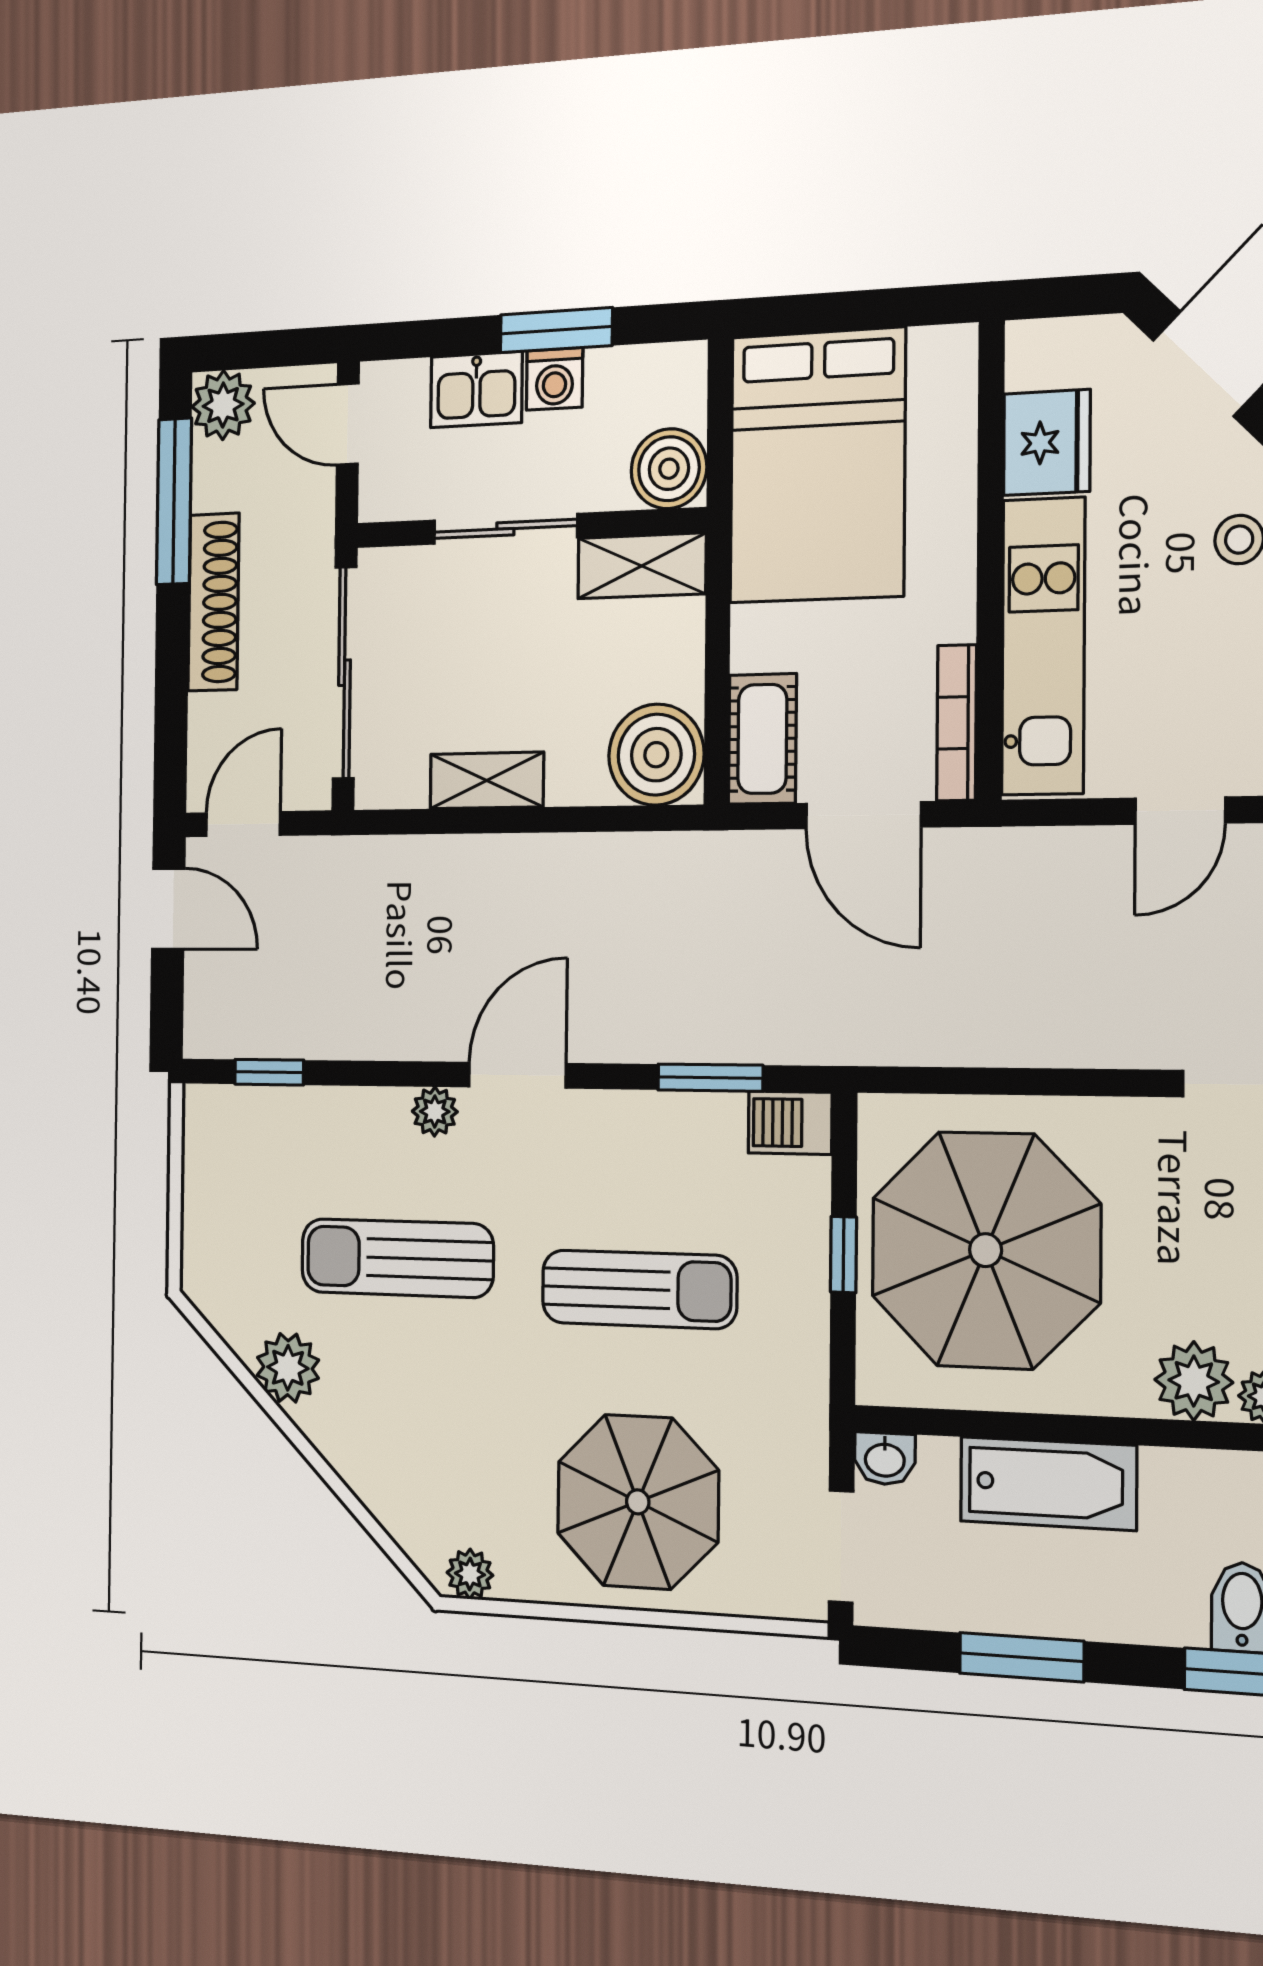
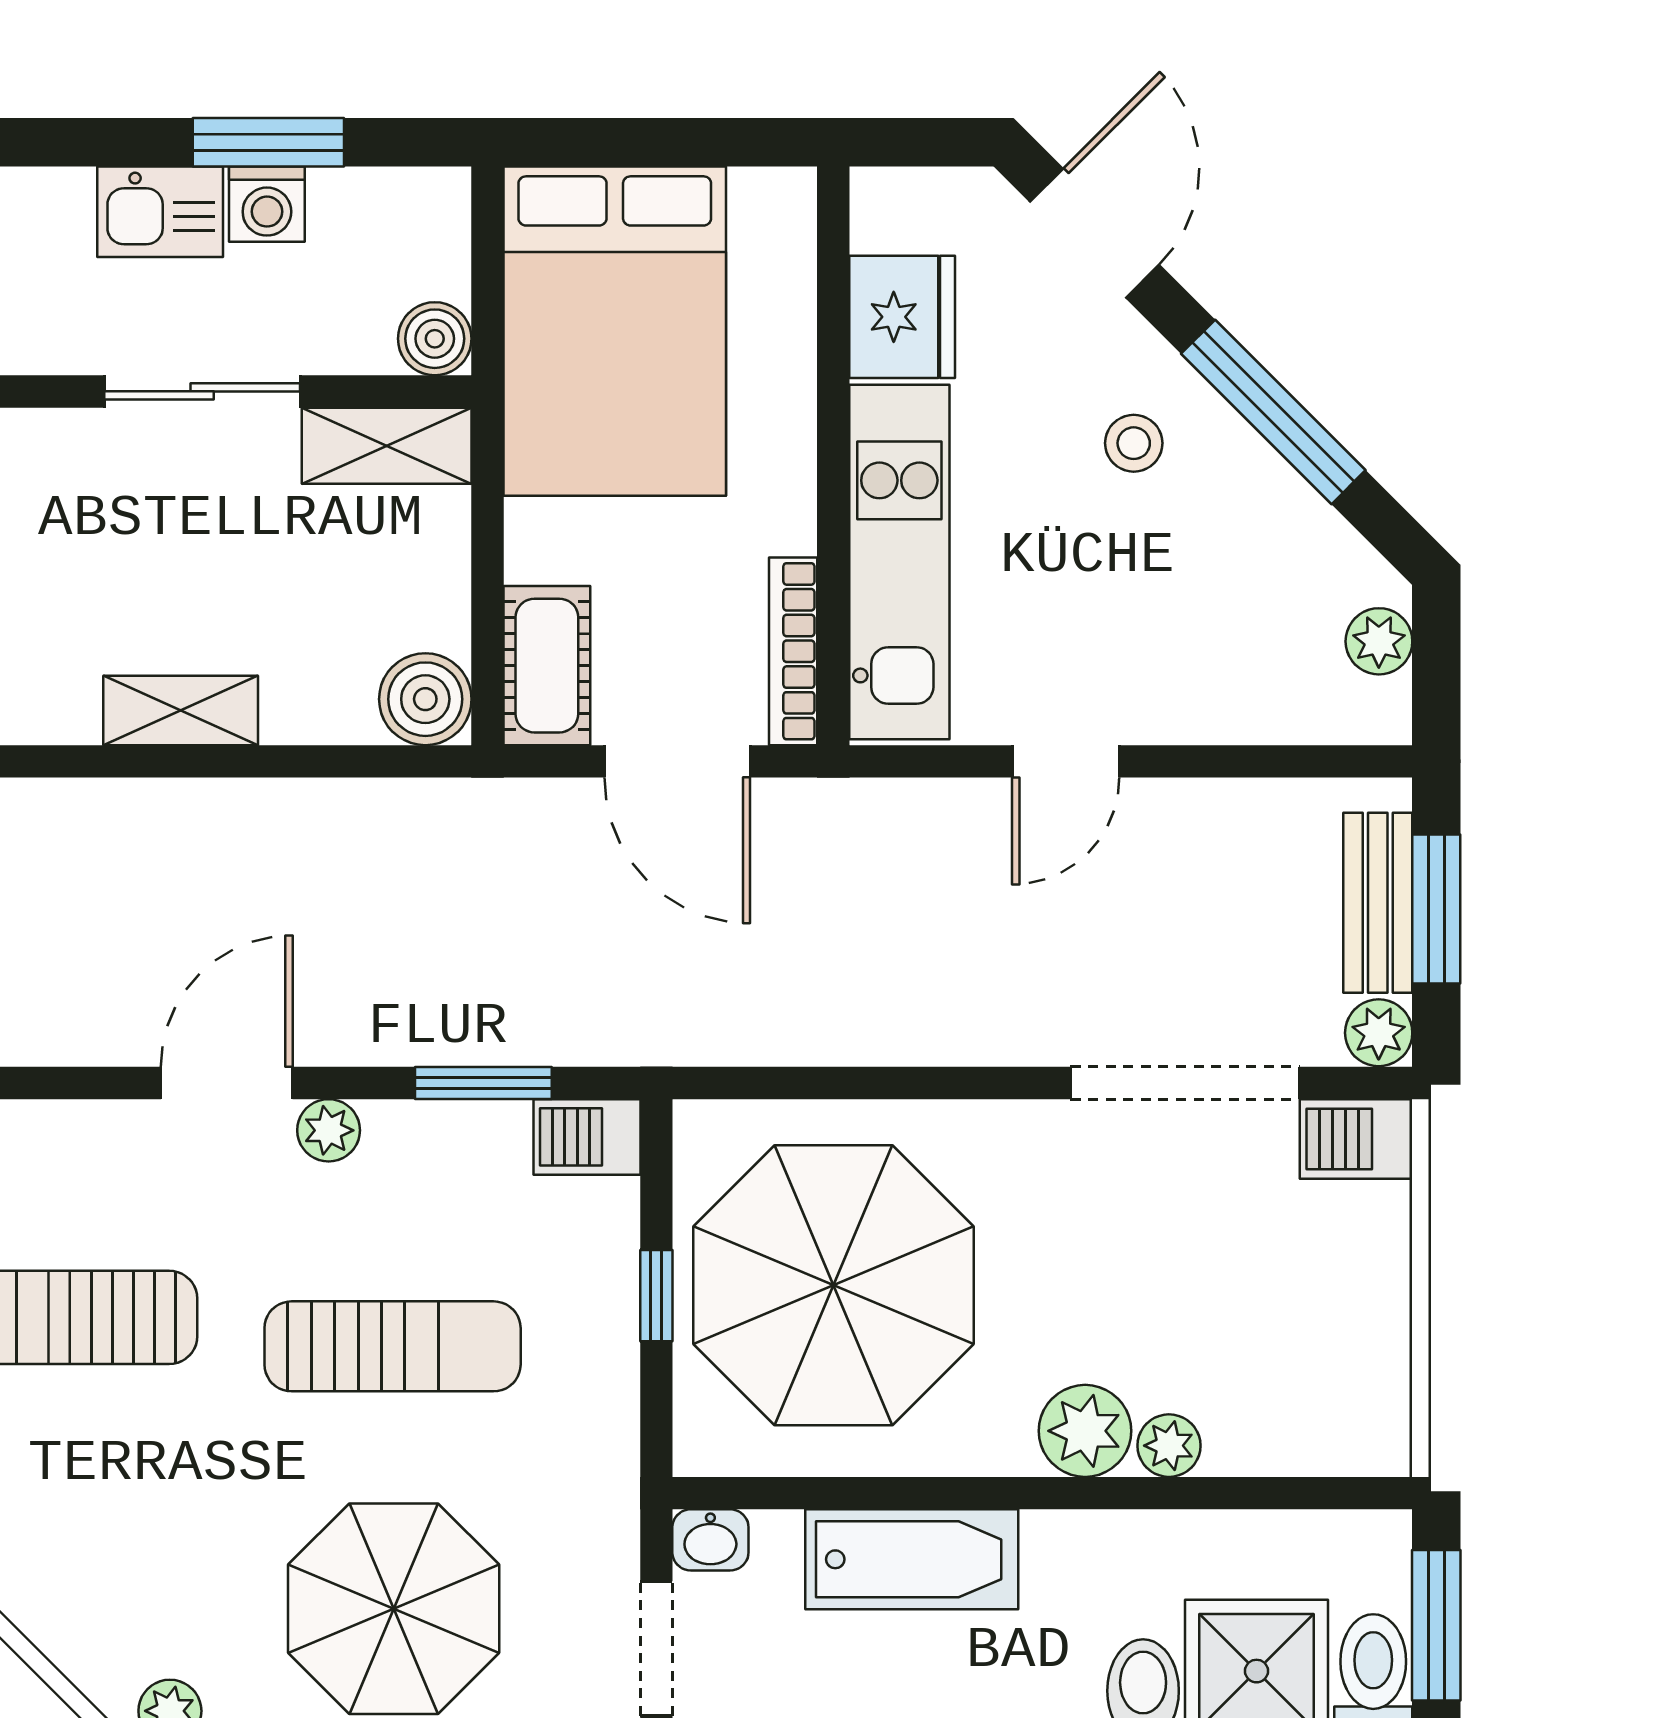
boiler: (669, 469) -> (435, 339), width x0.73, depth x0.73
boiler: (656, 755) -> (425, 699), width x0.73, depth x0.73
plant: (435, 1111) -> (329, 1130), moved

